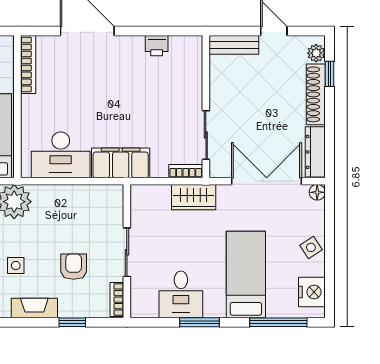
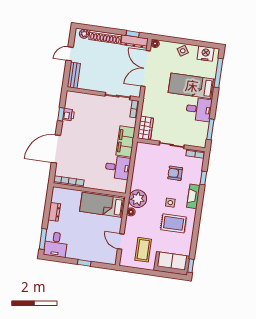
window: (155, 31) -> (61, 114), added
window: (330, 74) -> (133, 34), moved
desk: (61, 155) -> (118, 168), width x0.73
wardrobe: (194, 197) -> (145, 128), moved
desk: (181, 294) -> (199, 109), moved
window: (199, 322) -> (210, 129), moved

